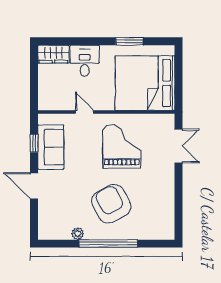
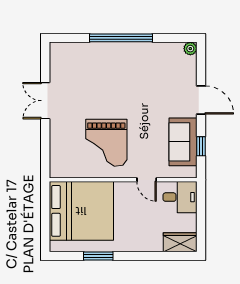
desk: (85, 61) -> (180, 197), moved, turned -90
double door: (179, 146) -> (45, 101), moved
armchair: (111, 204) -> (118, 81), removed
plant: (78, 234) -> (190, 49), moved

